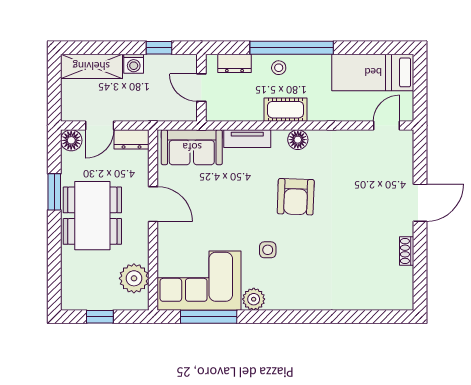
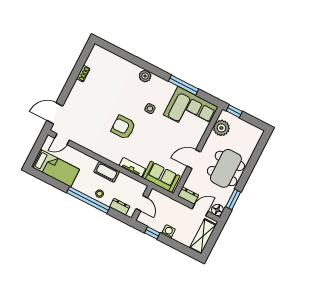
shelving: (91, 66) -> (203, 236), moved, turned 90
floor lamp: (298, 140) -> (108, 154), removed
window: (54, 192) -> (233, 199), moved
armchair: (296, 197) -> (123, 127), turned -92
door: (420, 203) -> (55, 113), moved
door: (153, 204) -> (194, 159), hinge flipped
plant: (254, 299) -> (145, 76), moved
window: (100, 317) -> (234, 111), moved
window: (209, 317) -> (184, 85), moved

